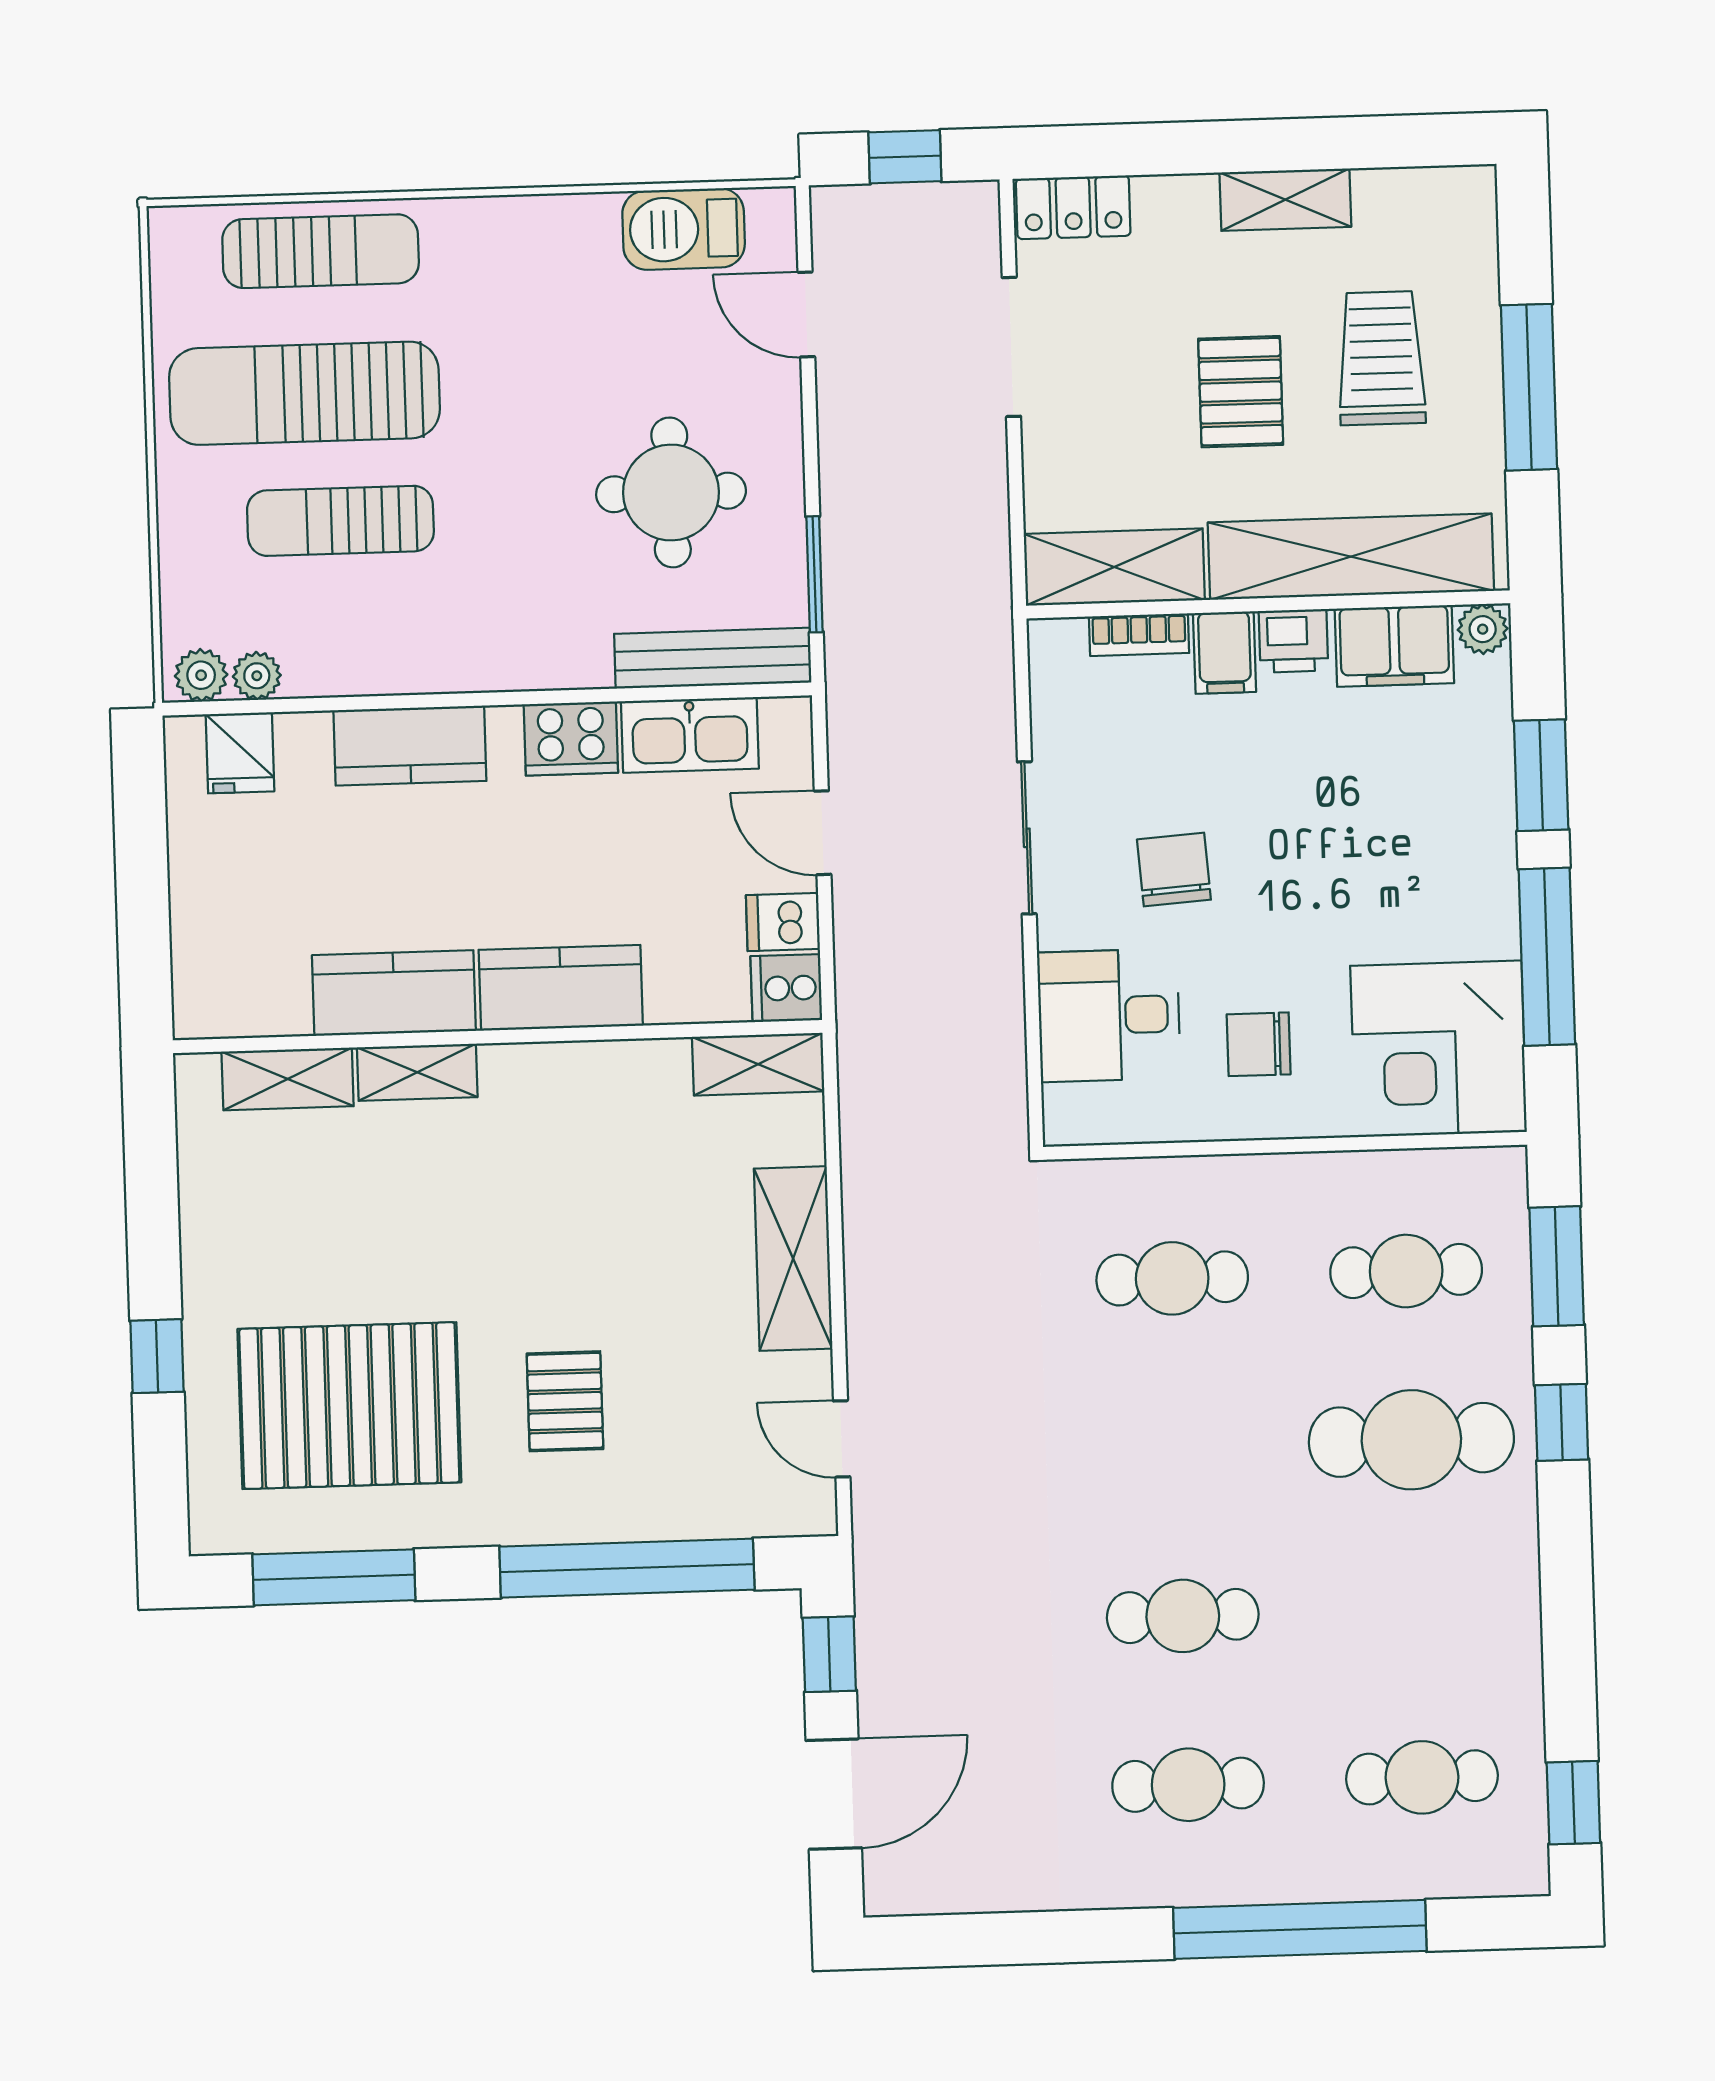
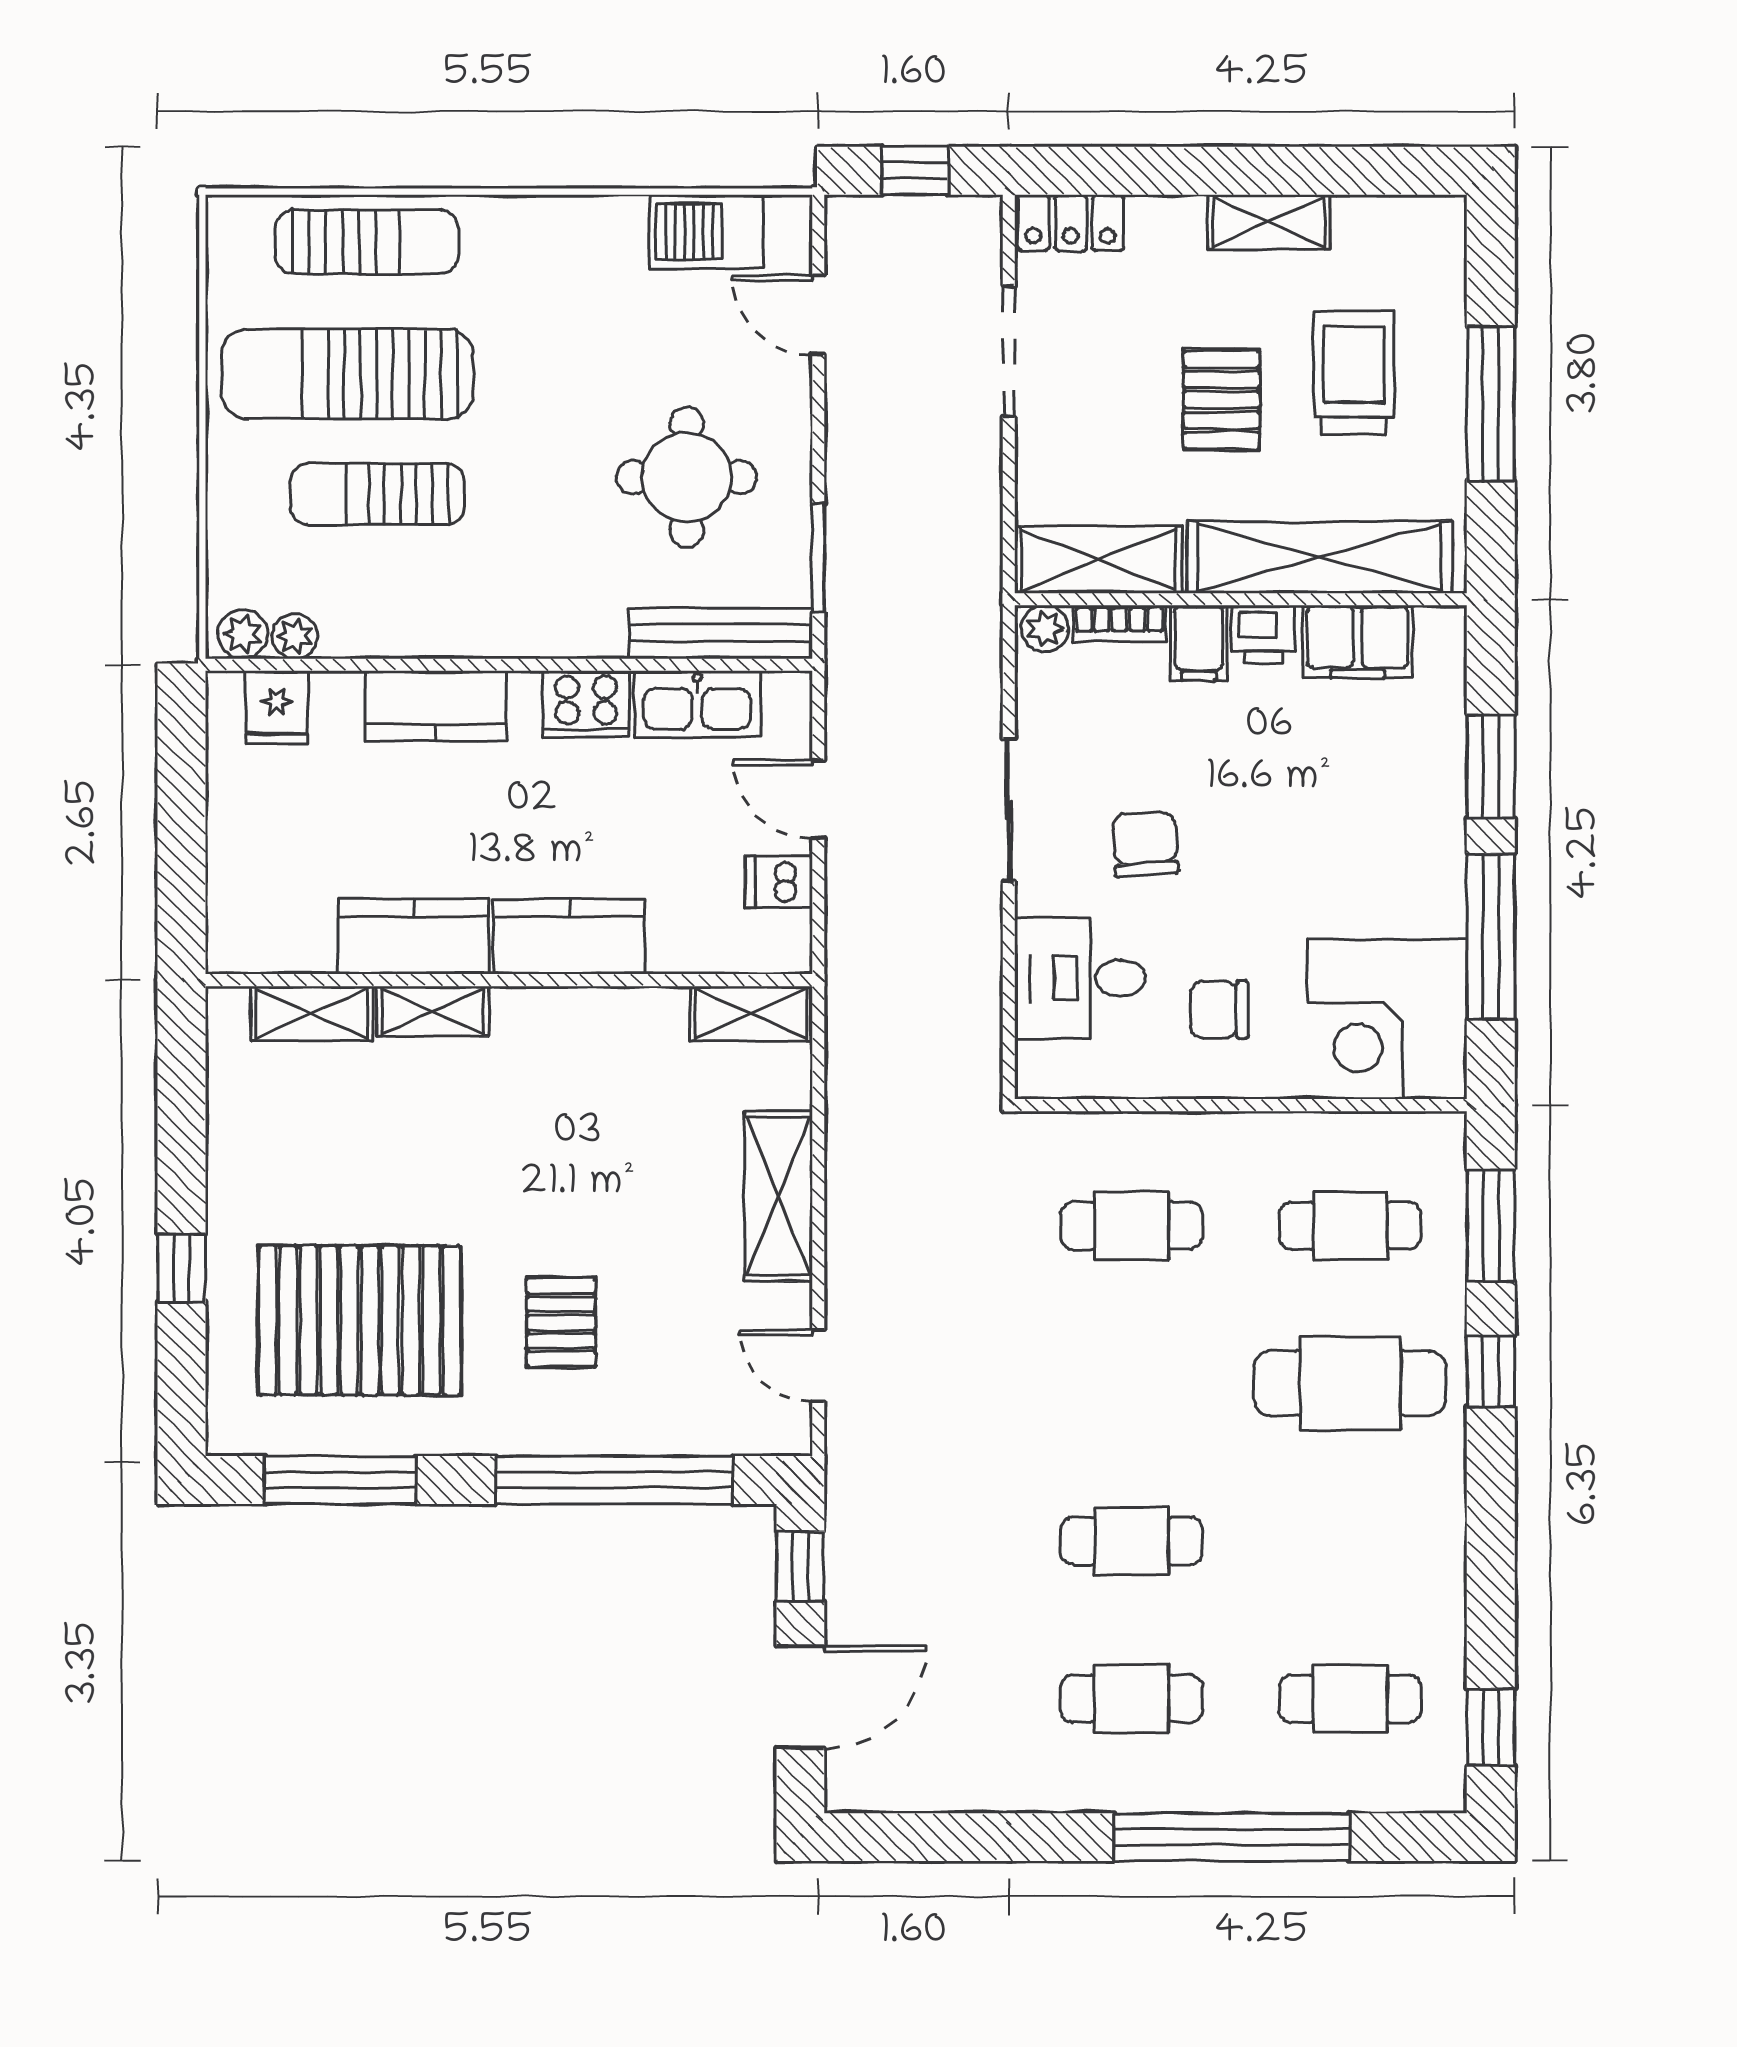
plant: (1483, 629) -> (1045, 629), moved
cooker: (786, 988) -> (780, 943), removed

